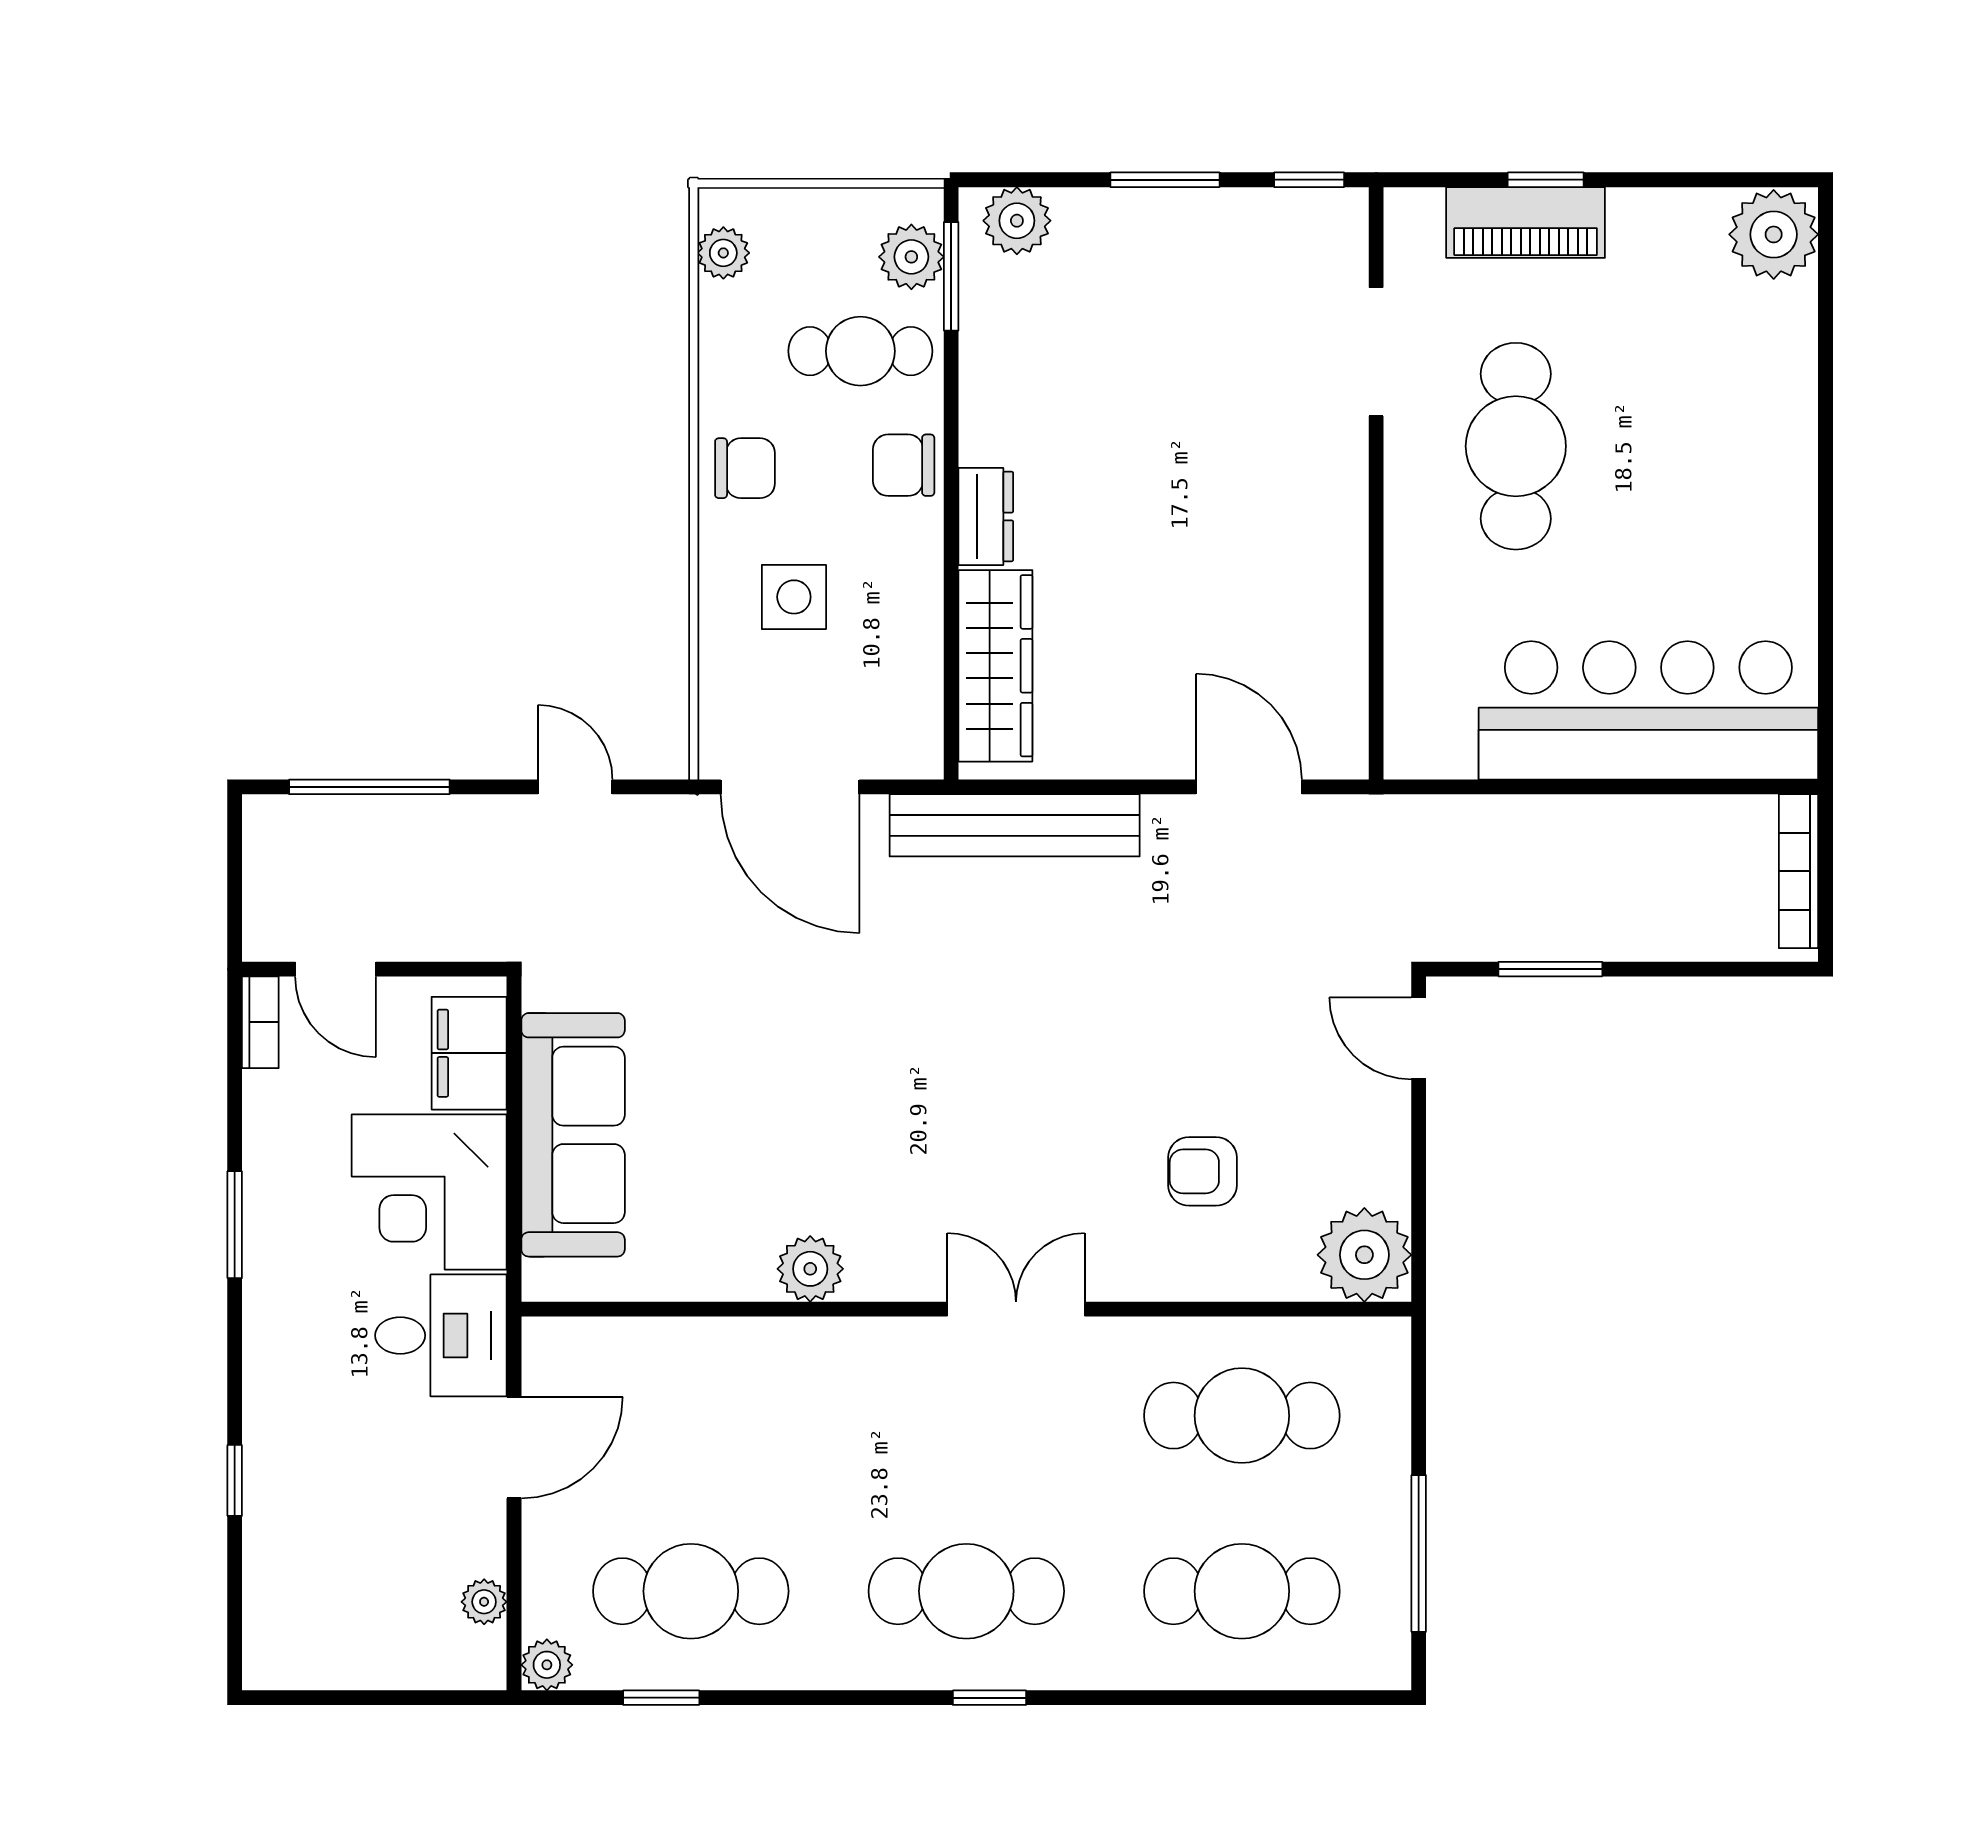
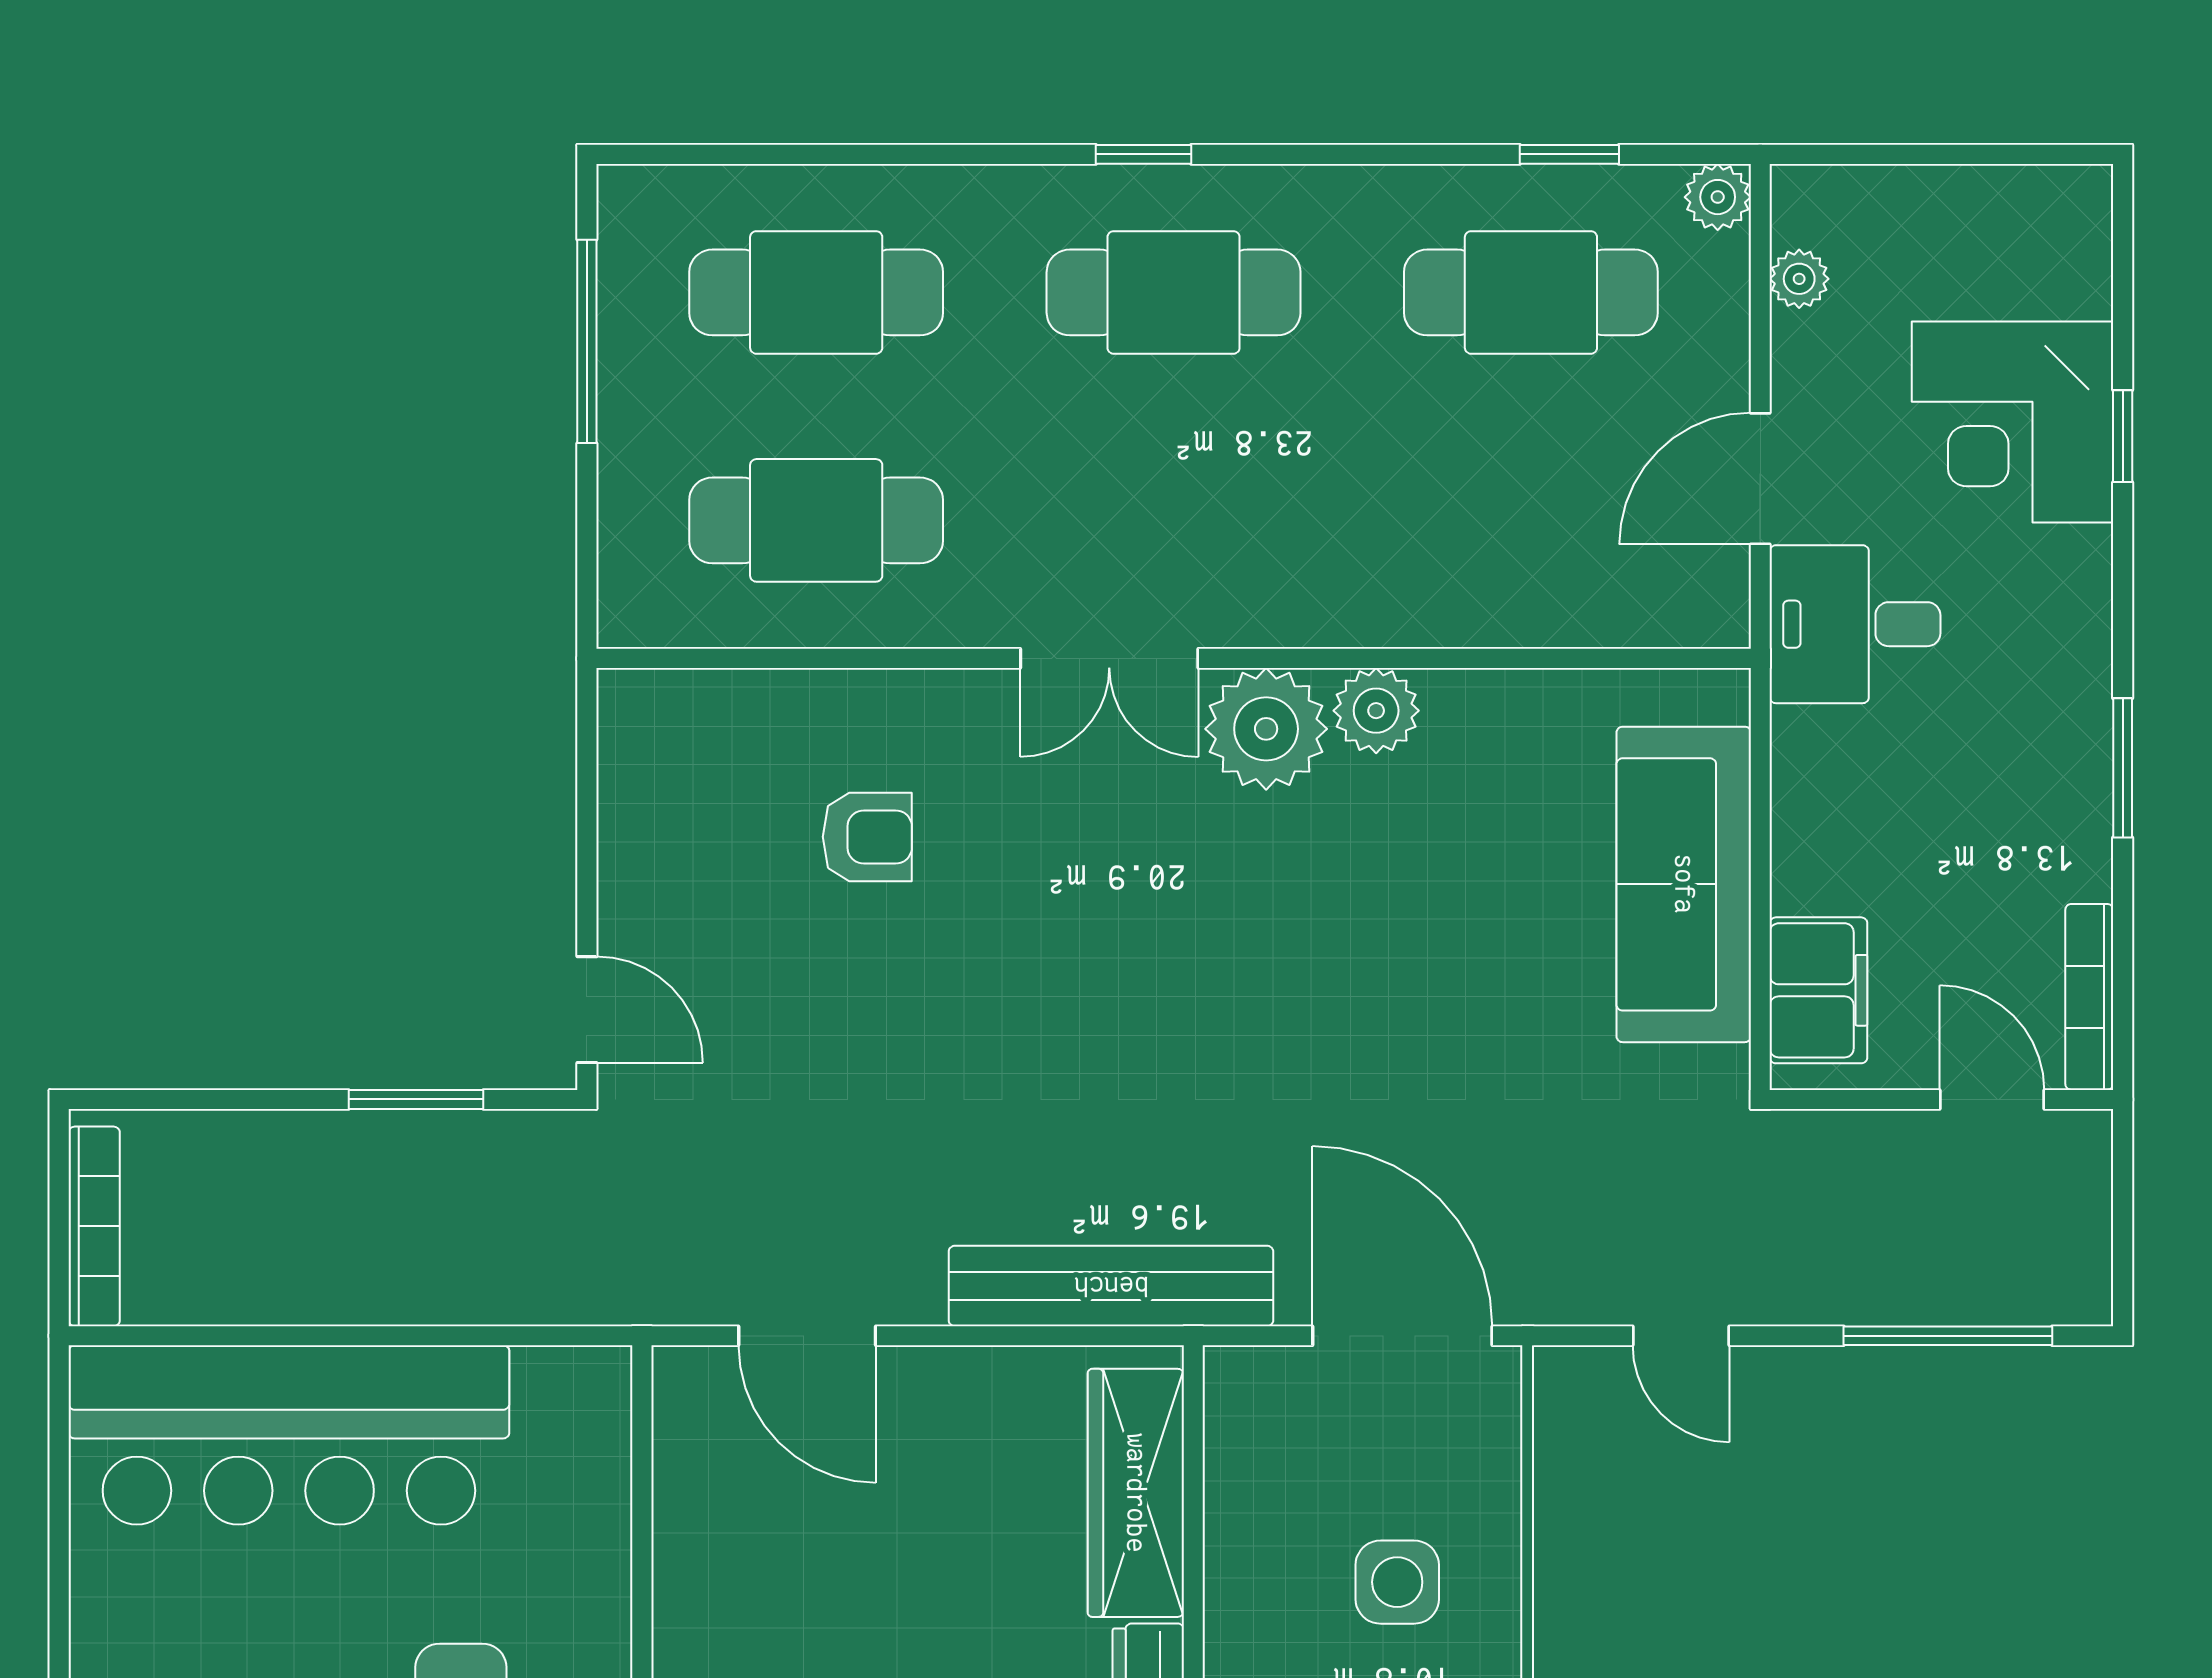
bookcase: (260, 1022) -> (2089, 997), width x1.56
corner desk: (429, 1192) -> (2012, 422), moved, turned 180
plant: (1364, 1255) -> (1266, 729), moved

